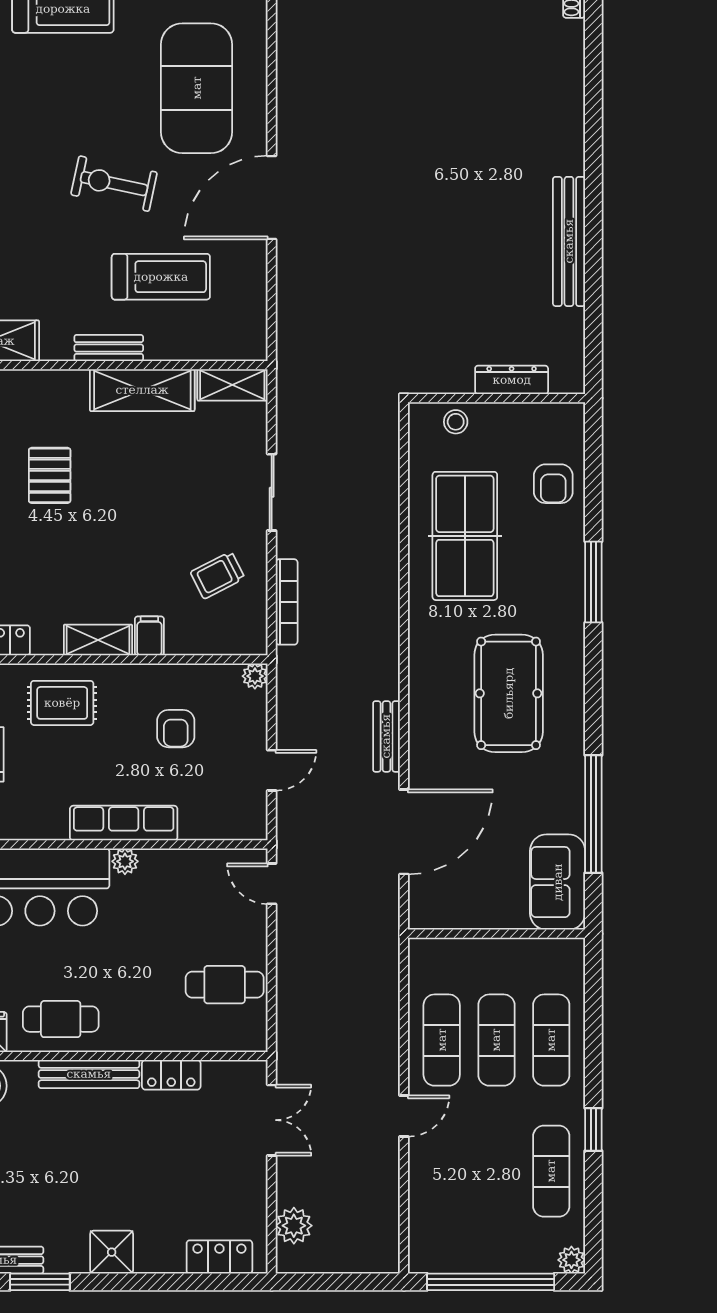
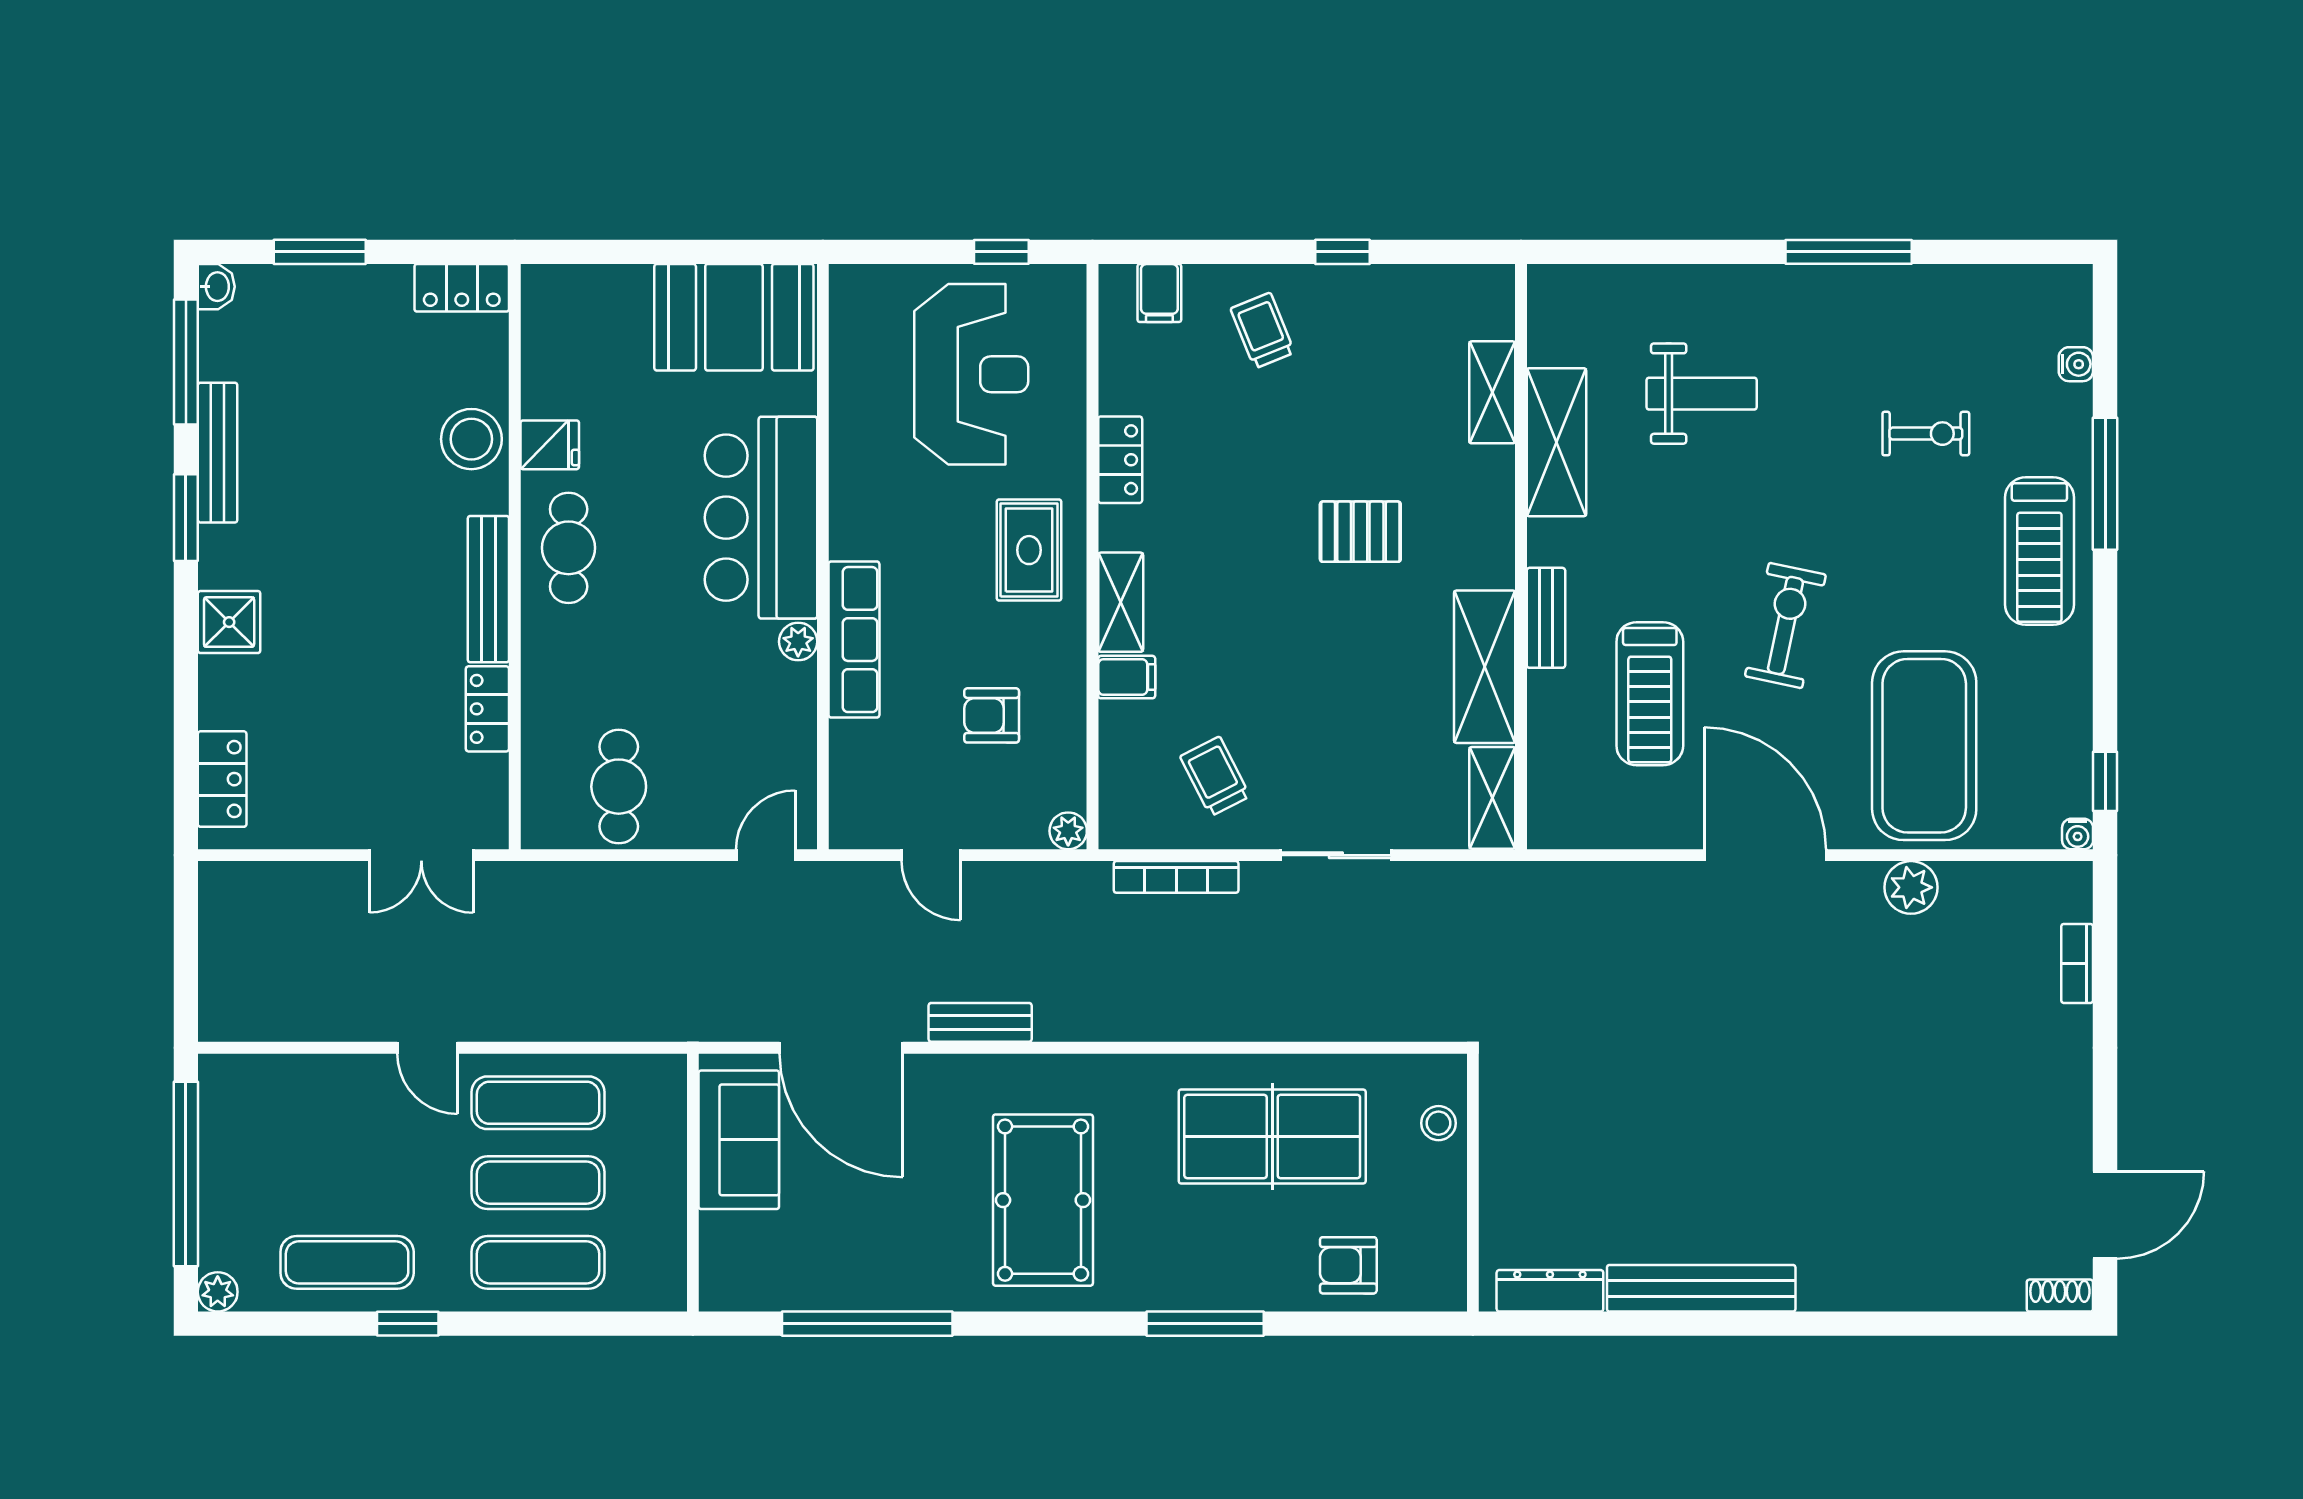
exercise mat: (197, 88) -> (1924, 746), turned 90
dresser: (512, 380) -> (1550, 1291), moved, turned -90
pool table: (509, 693) -> (1043, 1200), turned 90
sofa: (558, 882) -> (739, 1140), moved, turned 90
plant: (294, 1226) -> (1911, 887), moved

